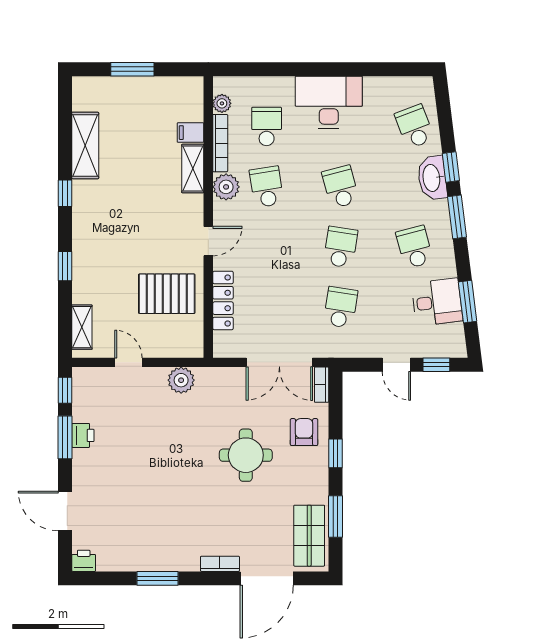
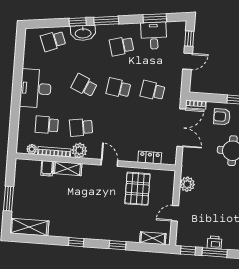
shelving: (85, 145) -> (29, 227), moved
school desk: (341, 187) -> (84, 85), turned 39
locker: (223, 300) -> (150, 157), width x0.66

